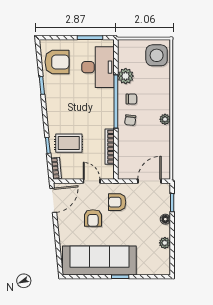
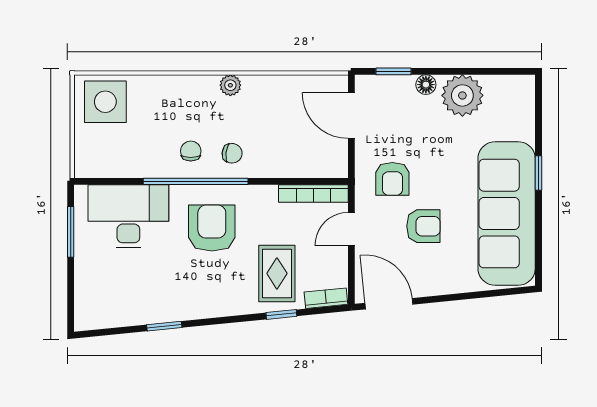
armchair: (57, 62) -> (212, 228), moved
plant: (126, 76) -> (146, 162), removed
bookcase: (110, 147) -> (313, 194), moved
plant: (165, 243) -> (462, 95), width x1.88, depth x1.88

